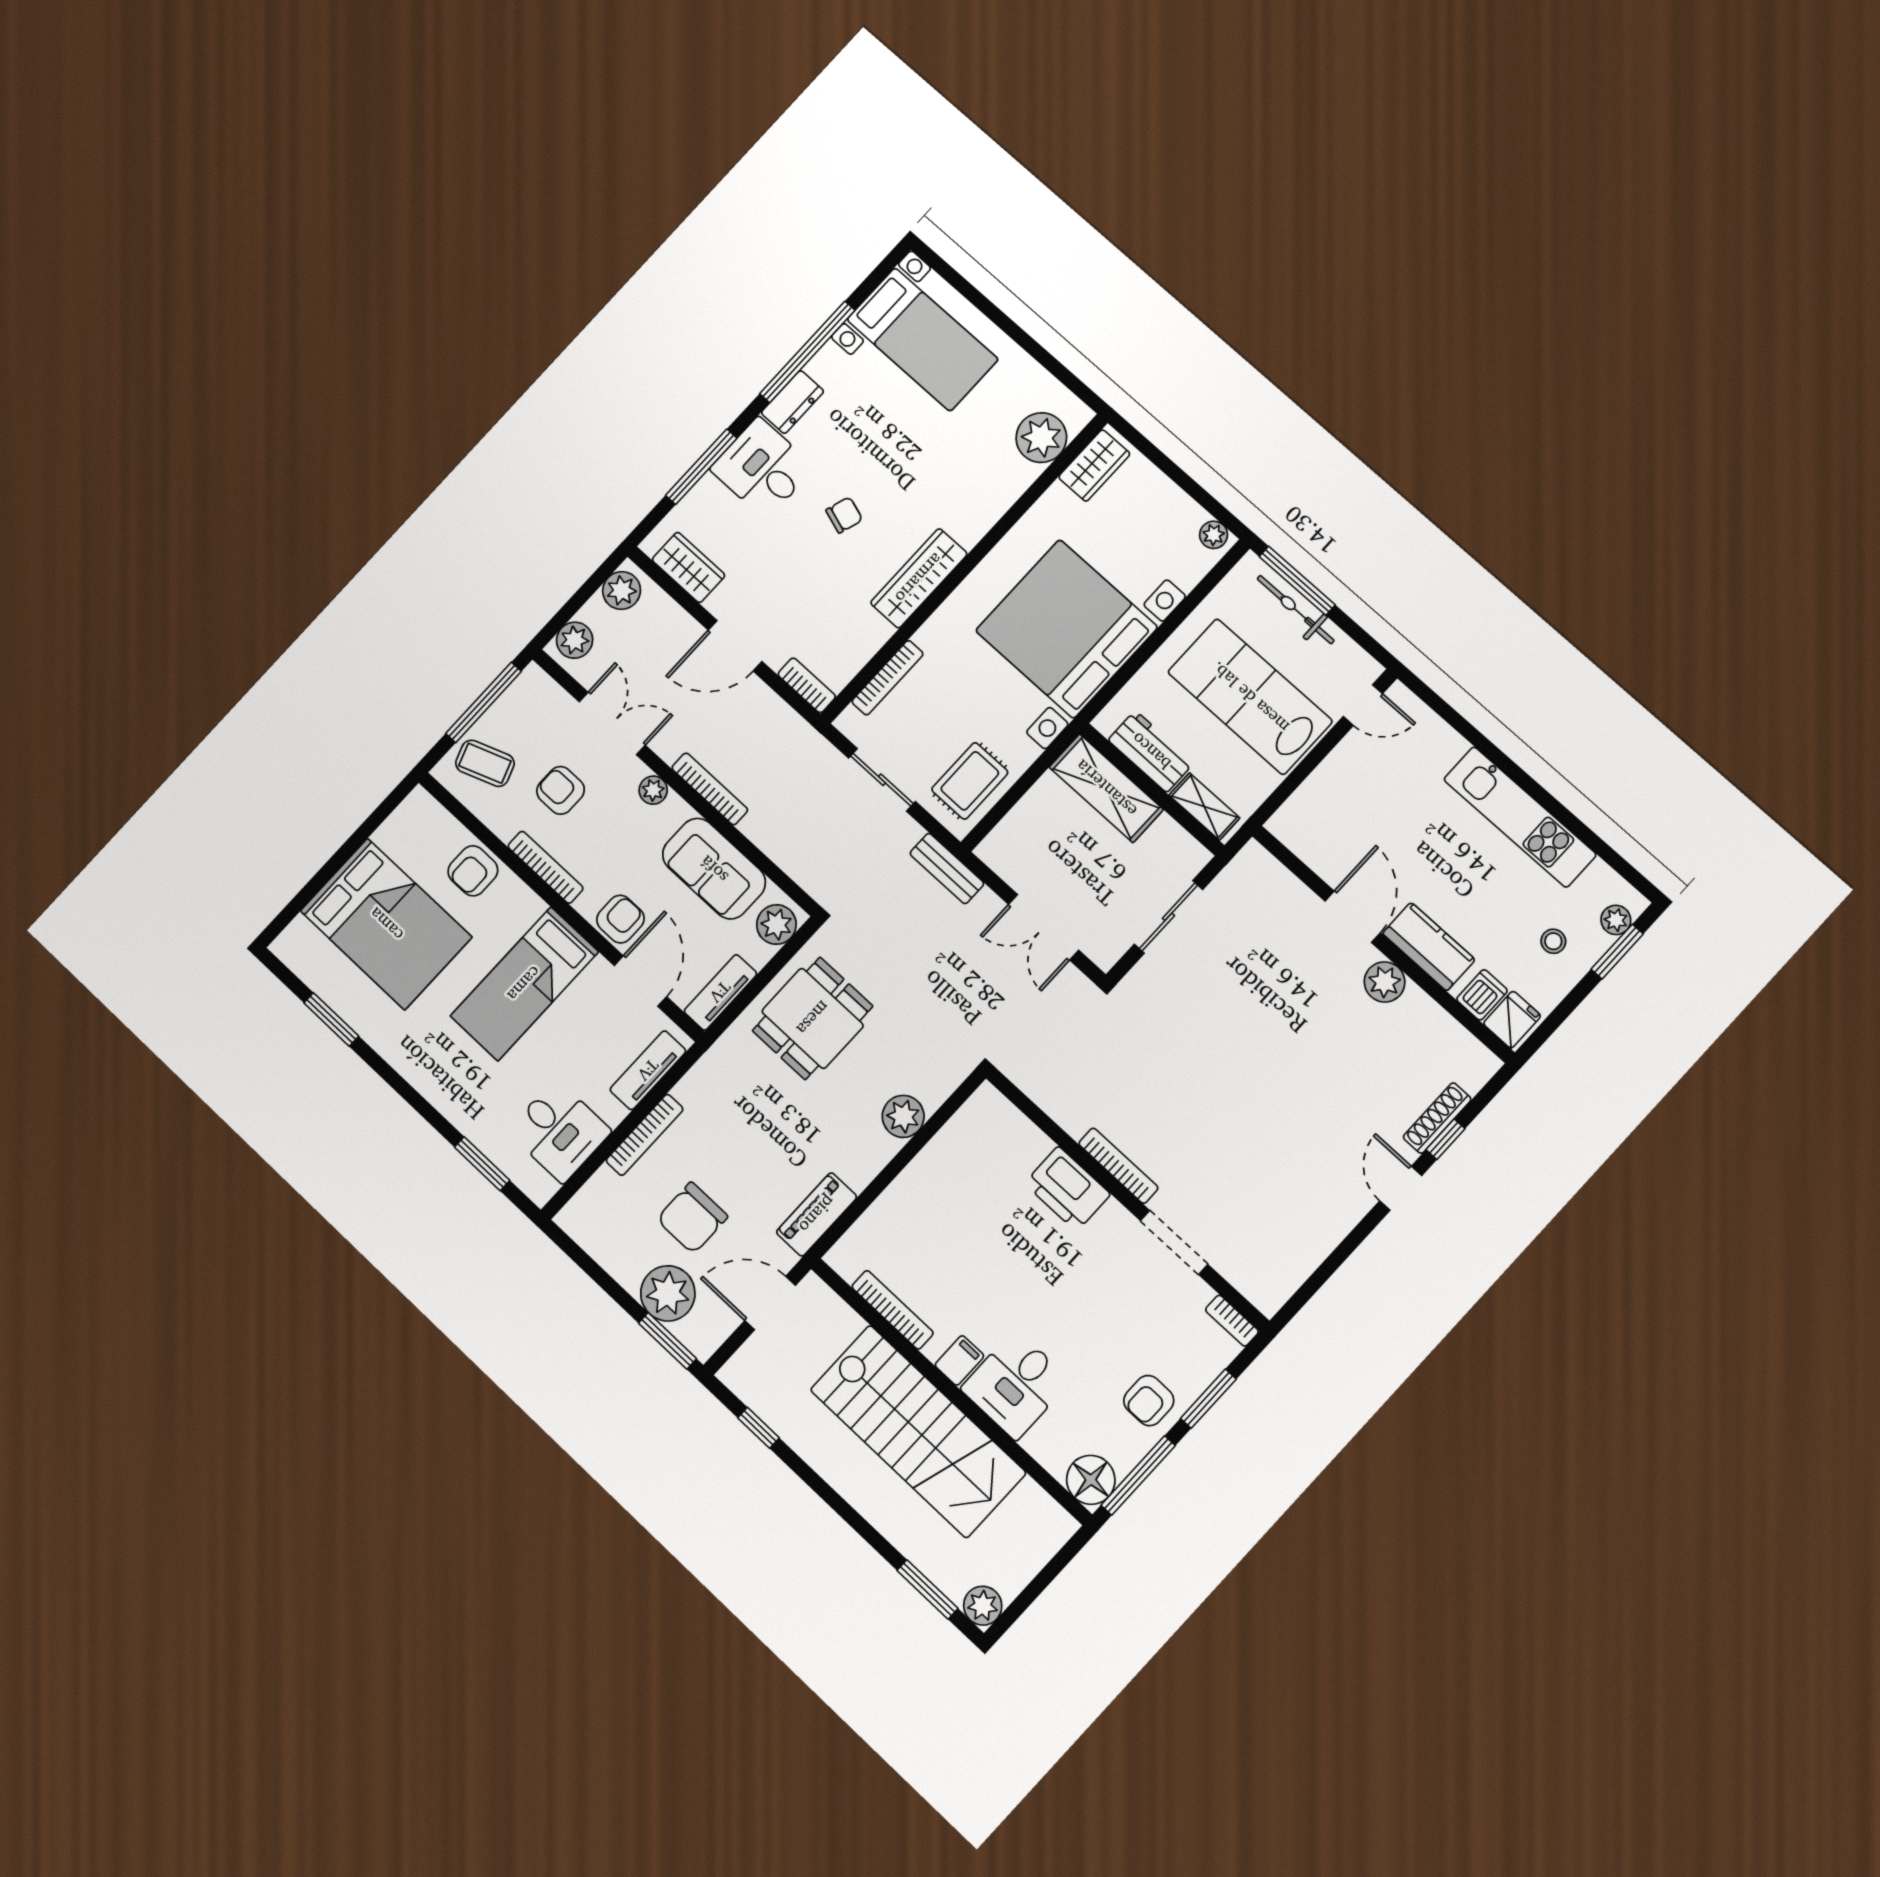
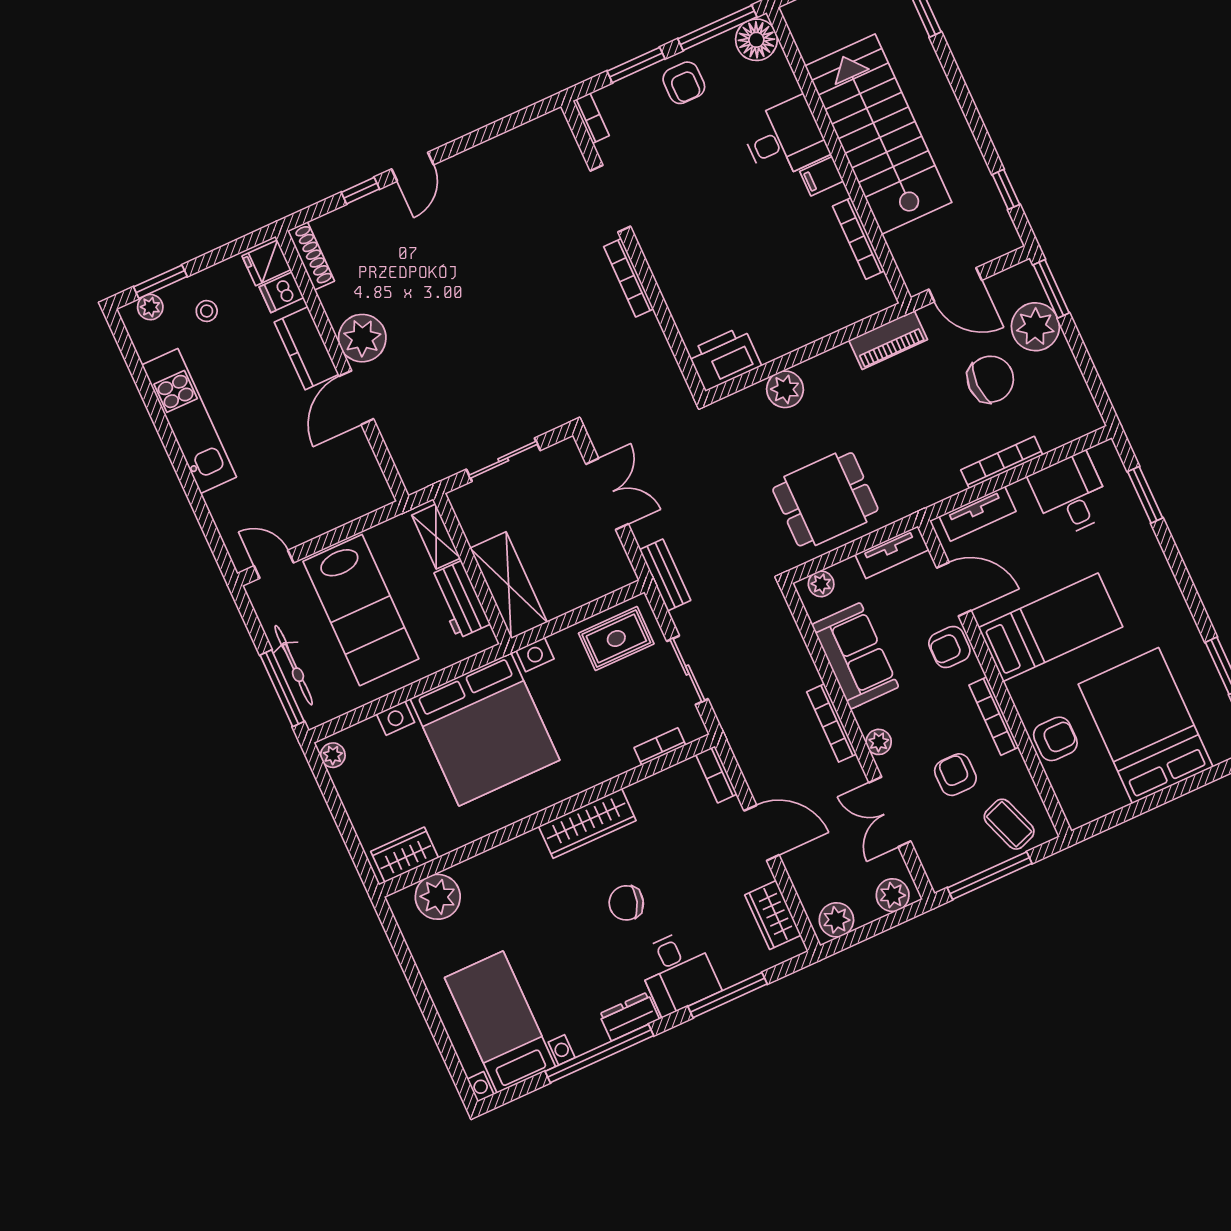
chair: (844, 515) -> (626, 903), width x1.37, depth x1.37
bookcase: (888, 678) -> (660, 747), width x0.64
armchair: (561, 790) -> (955, 775), turned 180
plant: (776, 924) -> (821, 584), width x0.73, depth x0.73
door: (640, 981) -> (954, 589), swing flipped
plant: (1385, 982) -> (362, 338), width x1.36, depth x1.36
shoe rack: (1437, 1118) -> (311, 256), moved, turned -90
printer: (1067, 1189) -> (724, 359), moved, turned -90
armchair: (1149, 1401) -> (684, 83), turned 90

